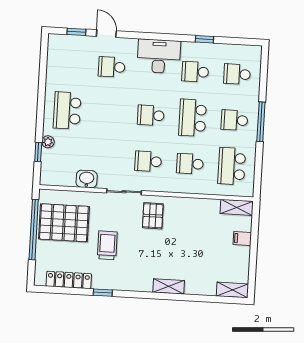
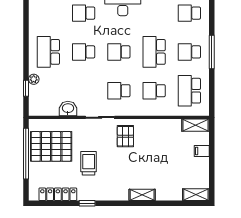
school desk: (195, 72) -> (84, 52), moved

